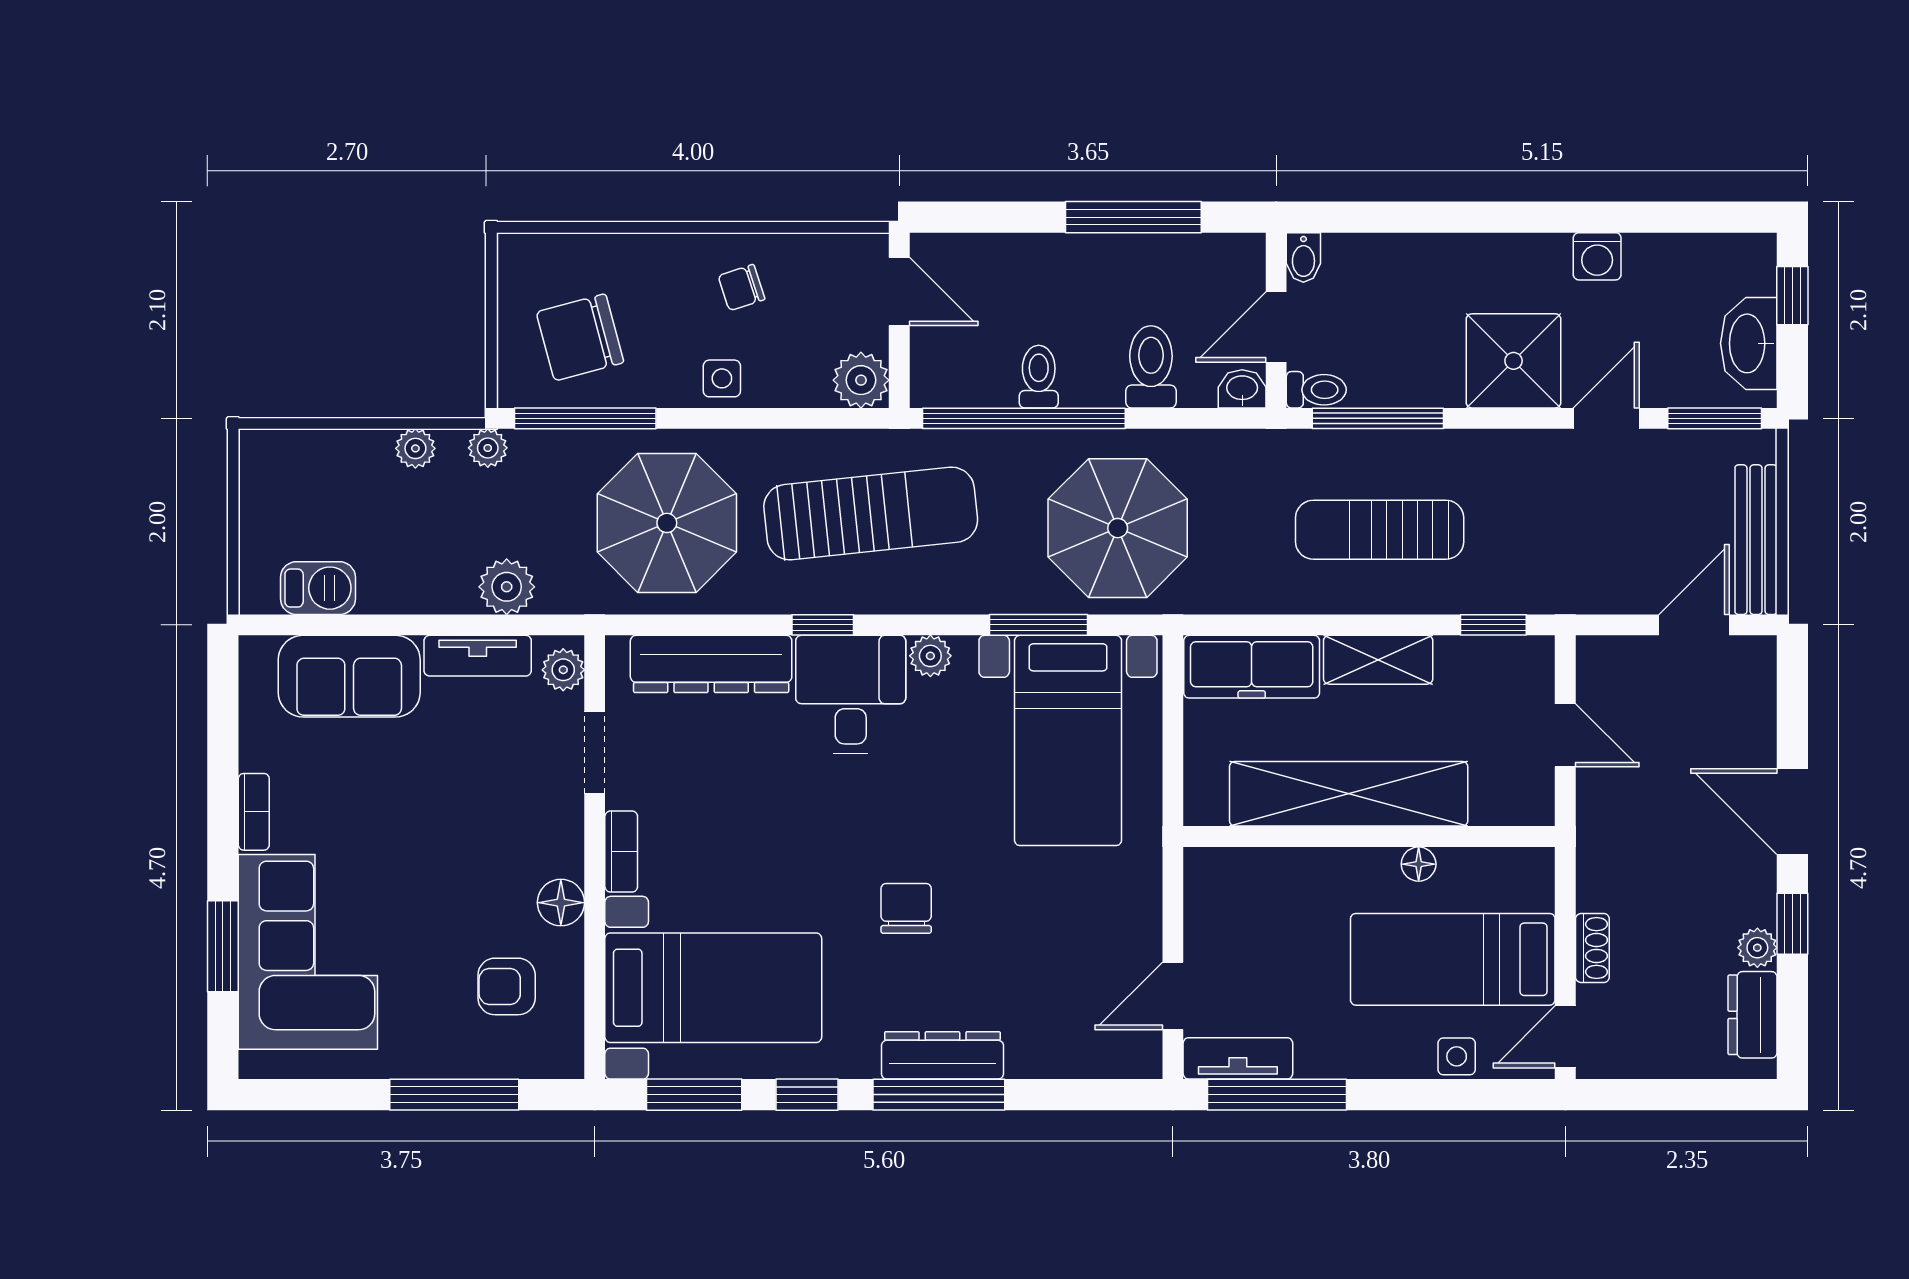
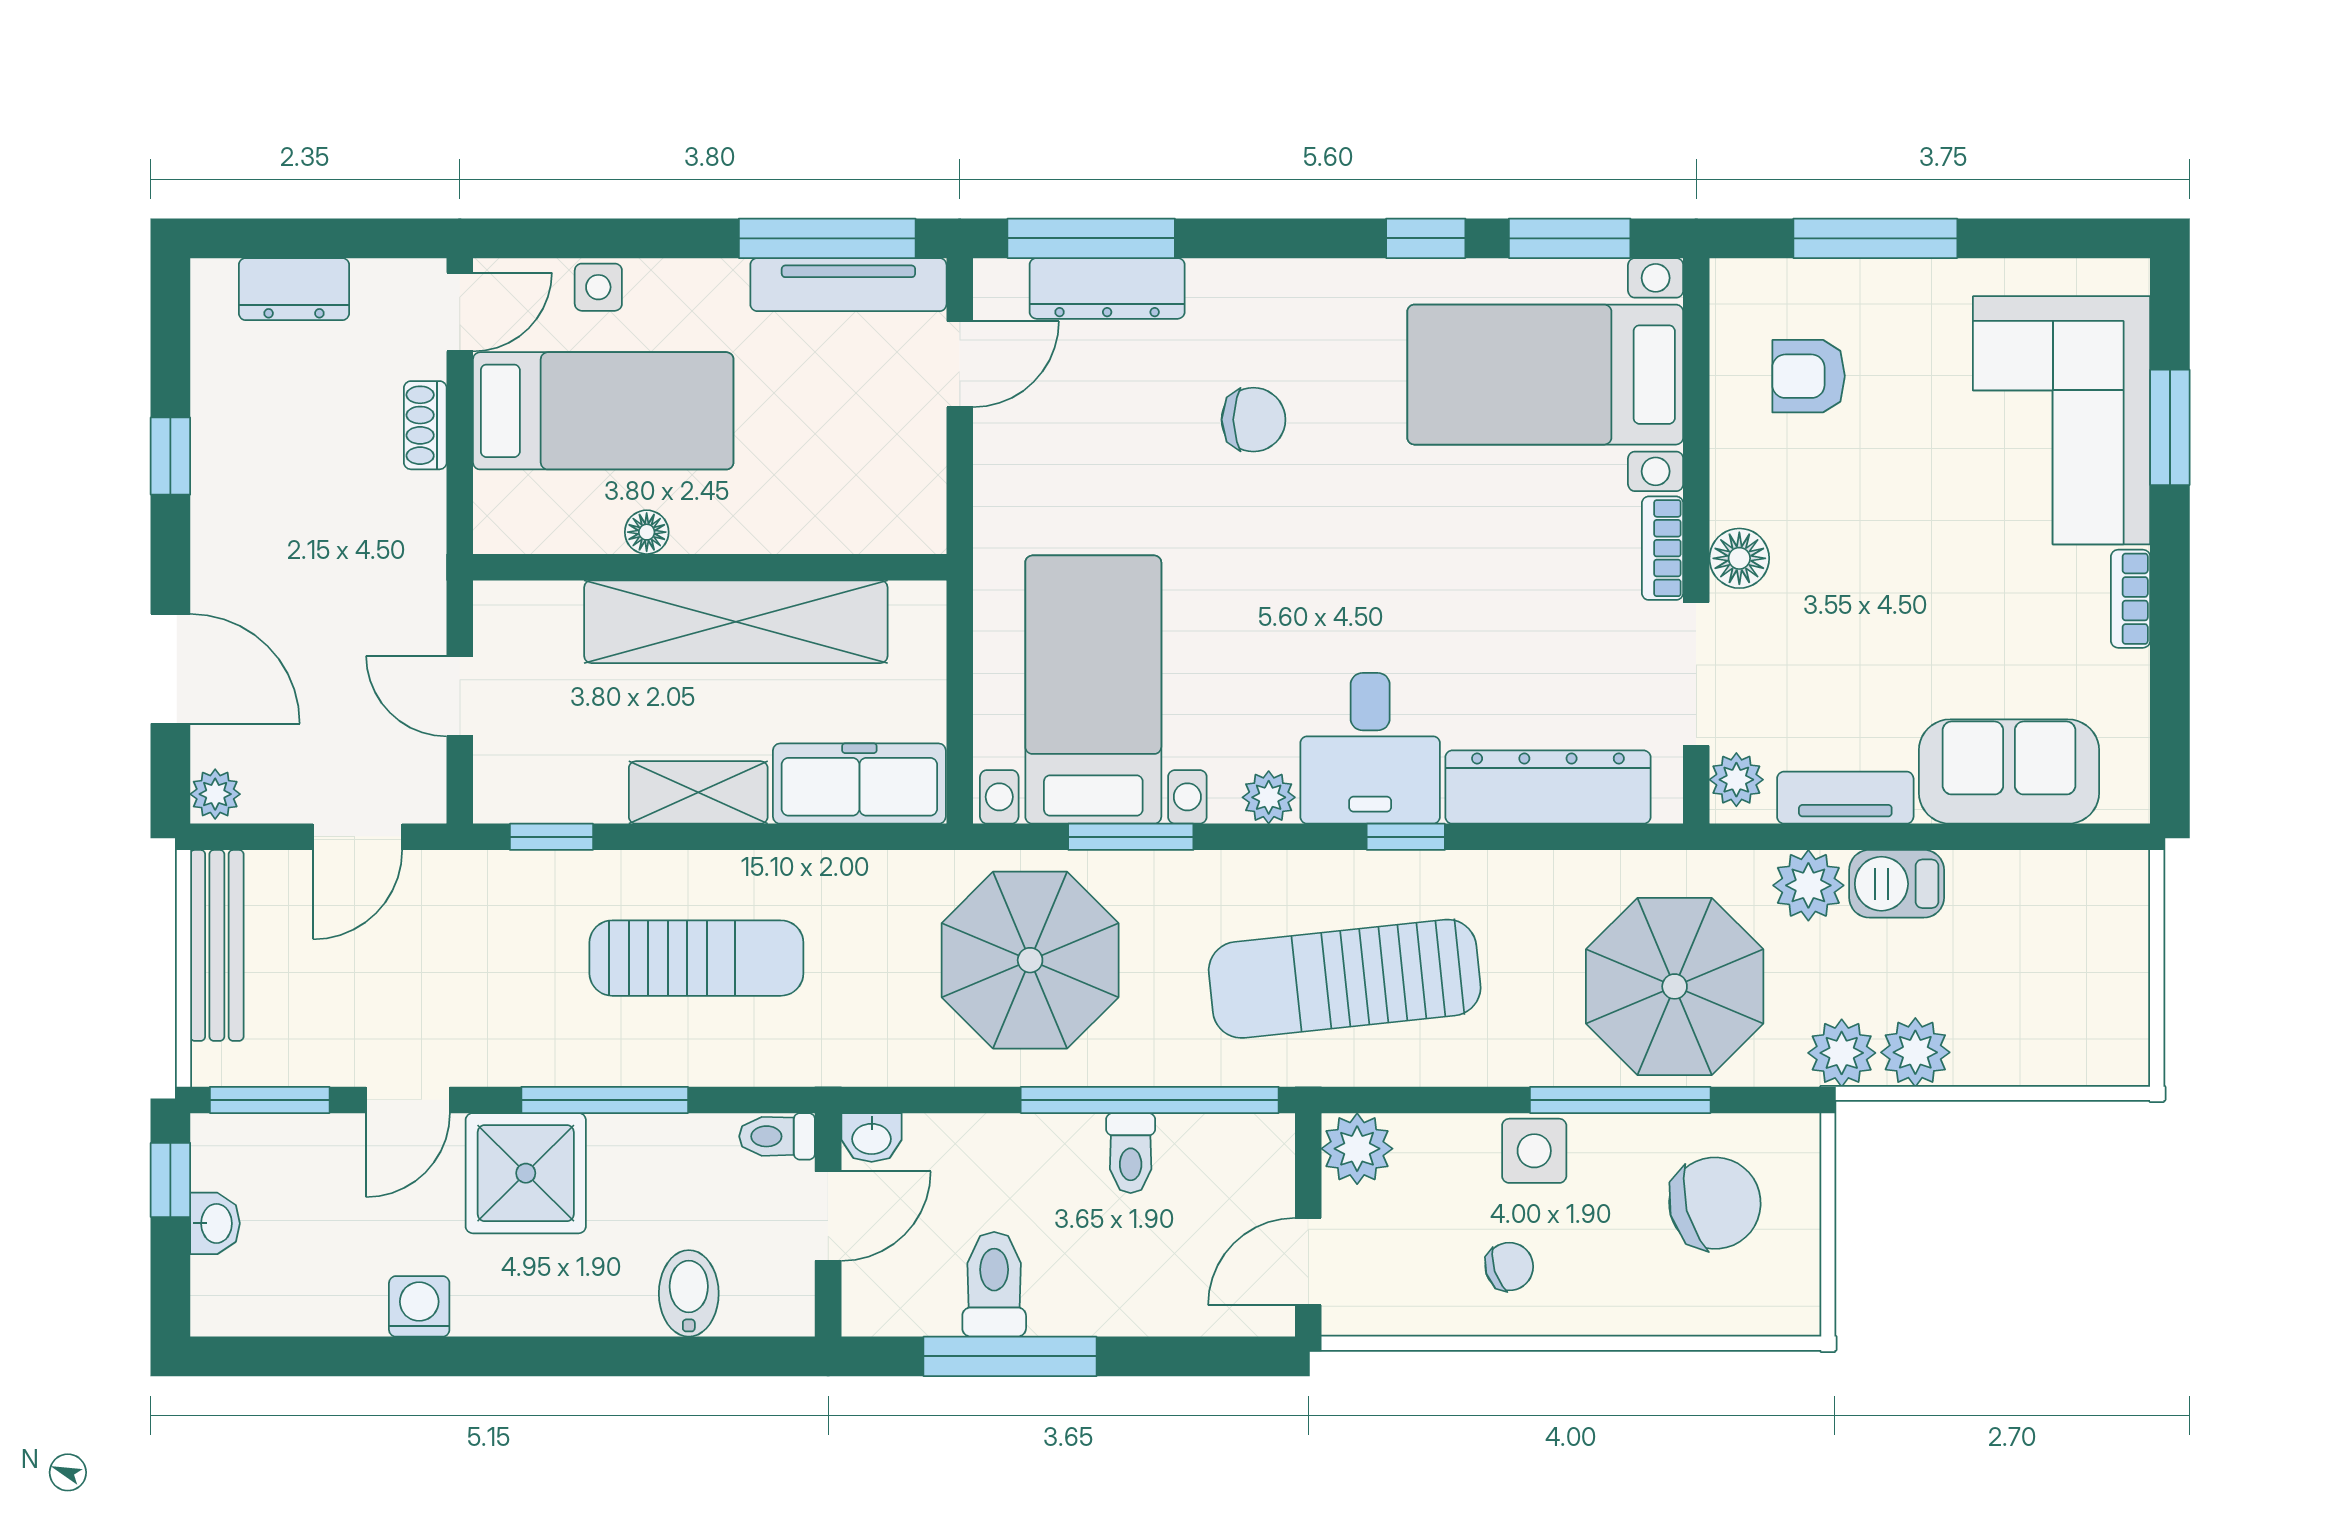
bidet: (1303, 257) -> (689, 1293), moved, width x1.38, depth x1.36
door: (899, 292) -> (1308, 1261), hinge flipped
window: (1792, 296) -> (170, 1180), moved
washbasin: (1749, 343) -> (215, 1223), width x0.52, depth x0.69
toilet: (1151, 367) -> (994, 1284), moved, turned 180
side table: (722, 378) -> (1534, 1151), width x1.37, depth x1.37
window: (585, 418) -> (1620, 1100), moved
window: (1378, 418) -> (605, 1100), moved
plant: (415, 448) -> (1915, 1052), width x1.38, depth x1.38
plant: (488, 448) -> (1842, 1053), width x1.38, depth x1.38
parasol: (667, 523) -> (1675, 986), moved
barbecue: (318, 588) -> (1897, 884), moved
door: (1694, 625) -> (358, 837), moved
doorway: (595, 753) -> (1696, 674), width x1.38
door: (1792, 812) -> (170, 669), moved
floor lamp: (561, 903) -> (1739, 558), moved
chair: (906, 908) -> (1253, 420), moved, turned -90
plant: (1757, 948) -> (215, 794), moved
armchair: (507, 986) -> (1809, 376), turned 180
dresser: (1753, 1015) -> (294, 289), moved, turned 90
dresser: (942, 1055) -> (1107, 288), moved
tv unit: (1238, 1058) -> (848, 285), width x1.41
window: (939, 1095) -> (1091, 238), moved

